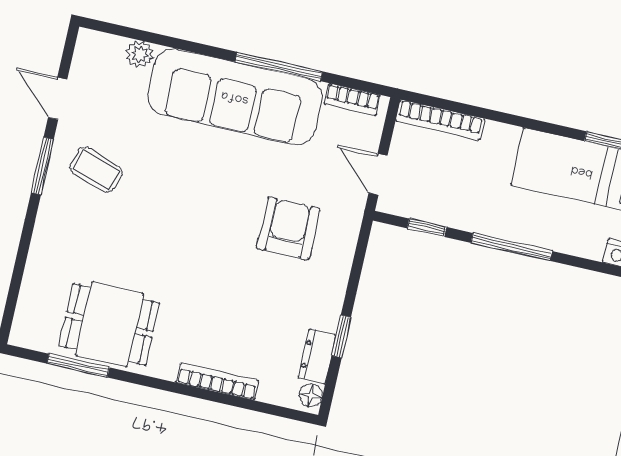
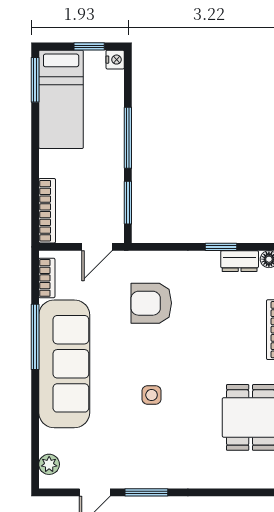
plant: (140, 54) -> (49, 464), moved
coffee table: (96, 170) -> (140, 453), removed
side table: (168, 202) -> (152, 395), added
window: (427, 228) -> (128, 203), width x1.50

